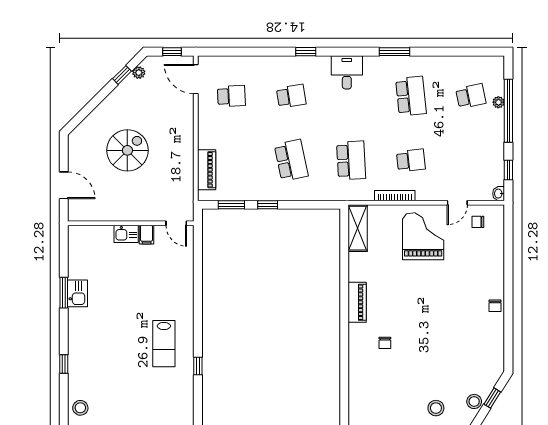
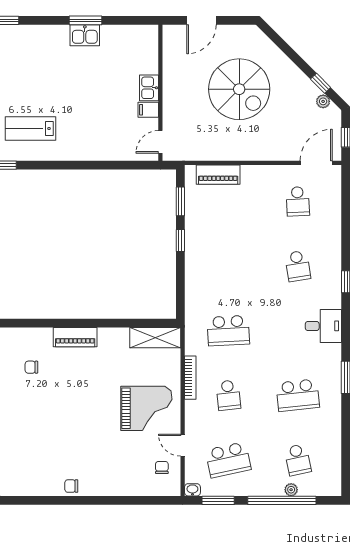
spiral stairs: (127, 150) -> (239, 89), width x1.37, depth x1.37
school desk: (291, 160) -> (228, 460), moved
window: (508, 170) -> (218, 500), width x1.50

